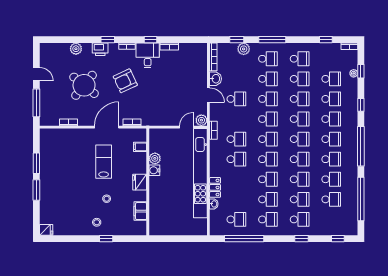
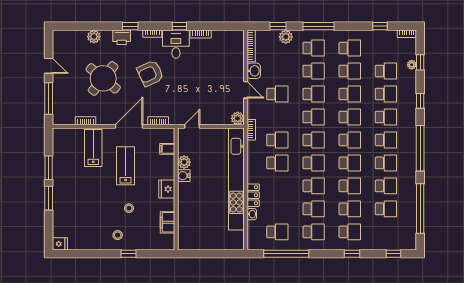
door: (186, 127) -> (192, 126), moved
lab bench: (75, 146) -> (93, 148), added

